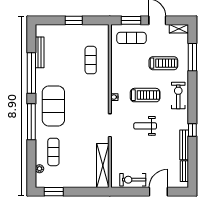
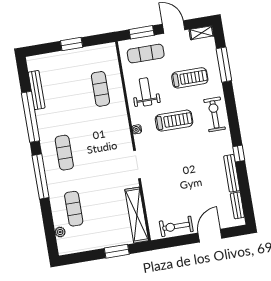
exercise mat: (53, 106) -> (64, 153), width x0.50, depth x0.69
weight bench: (145, 126) -> (146, 92), moved, turned 90
window: (54, 192) -> (117, 251), moved

